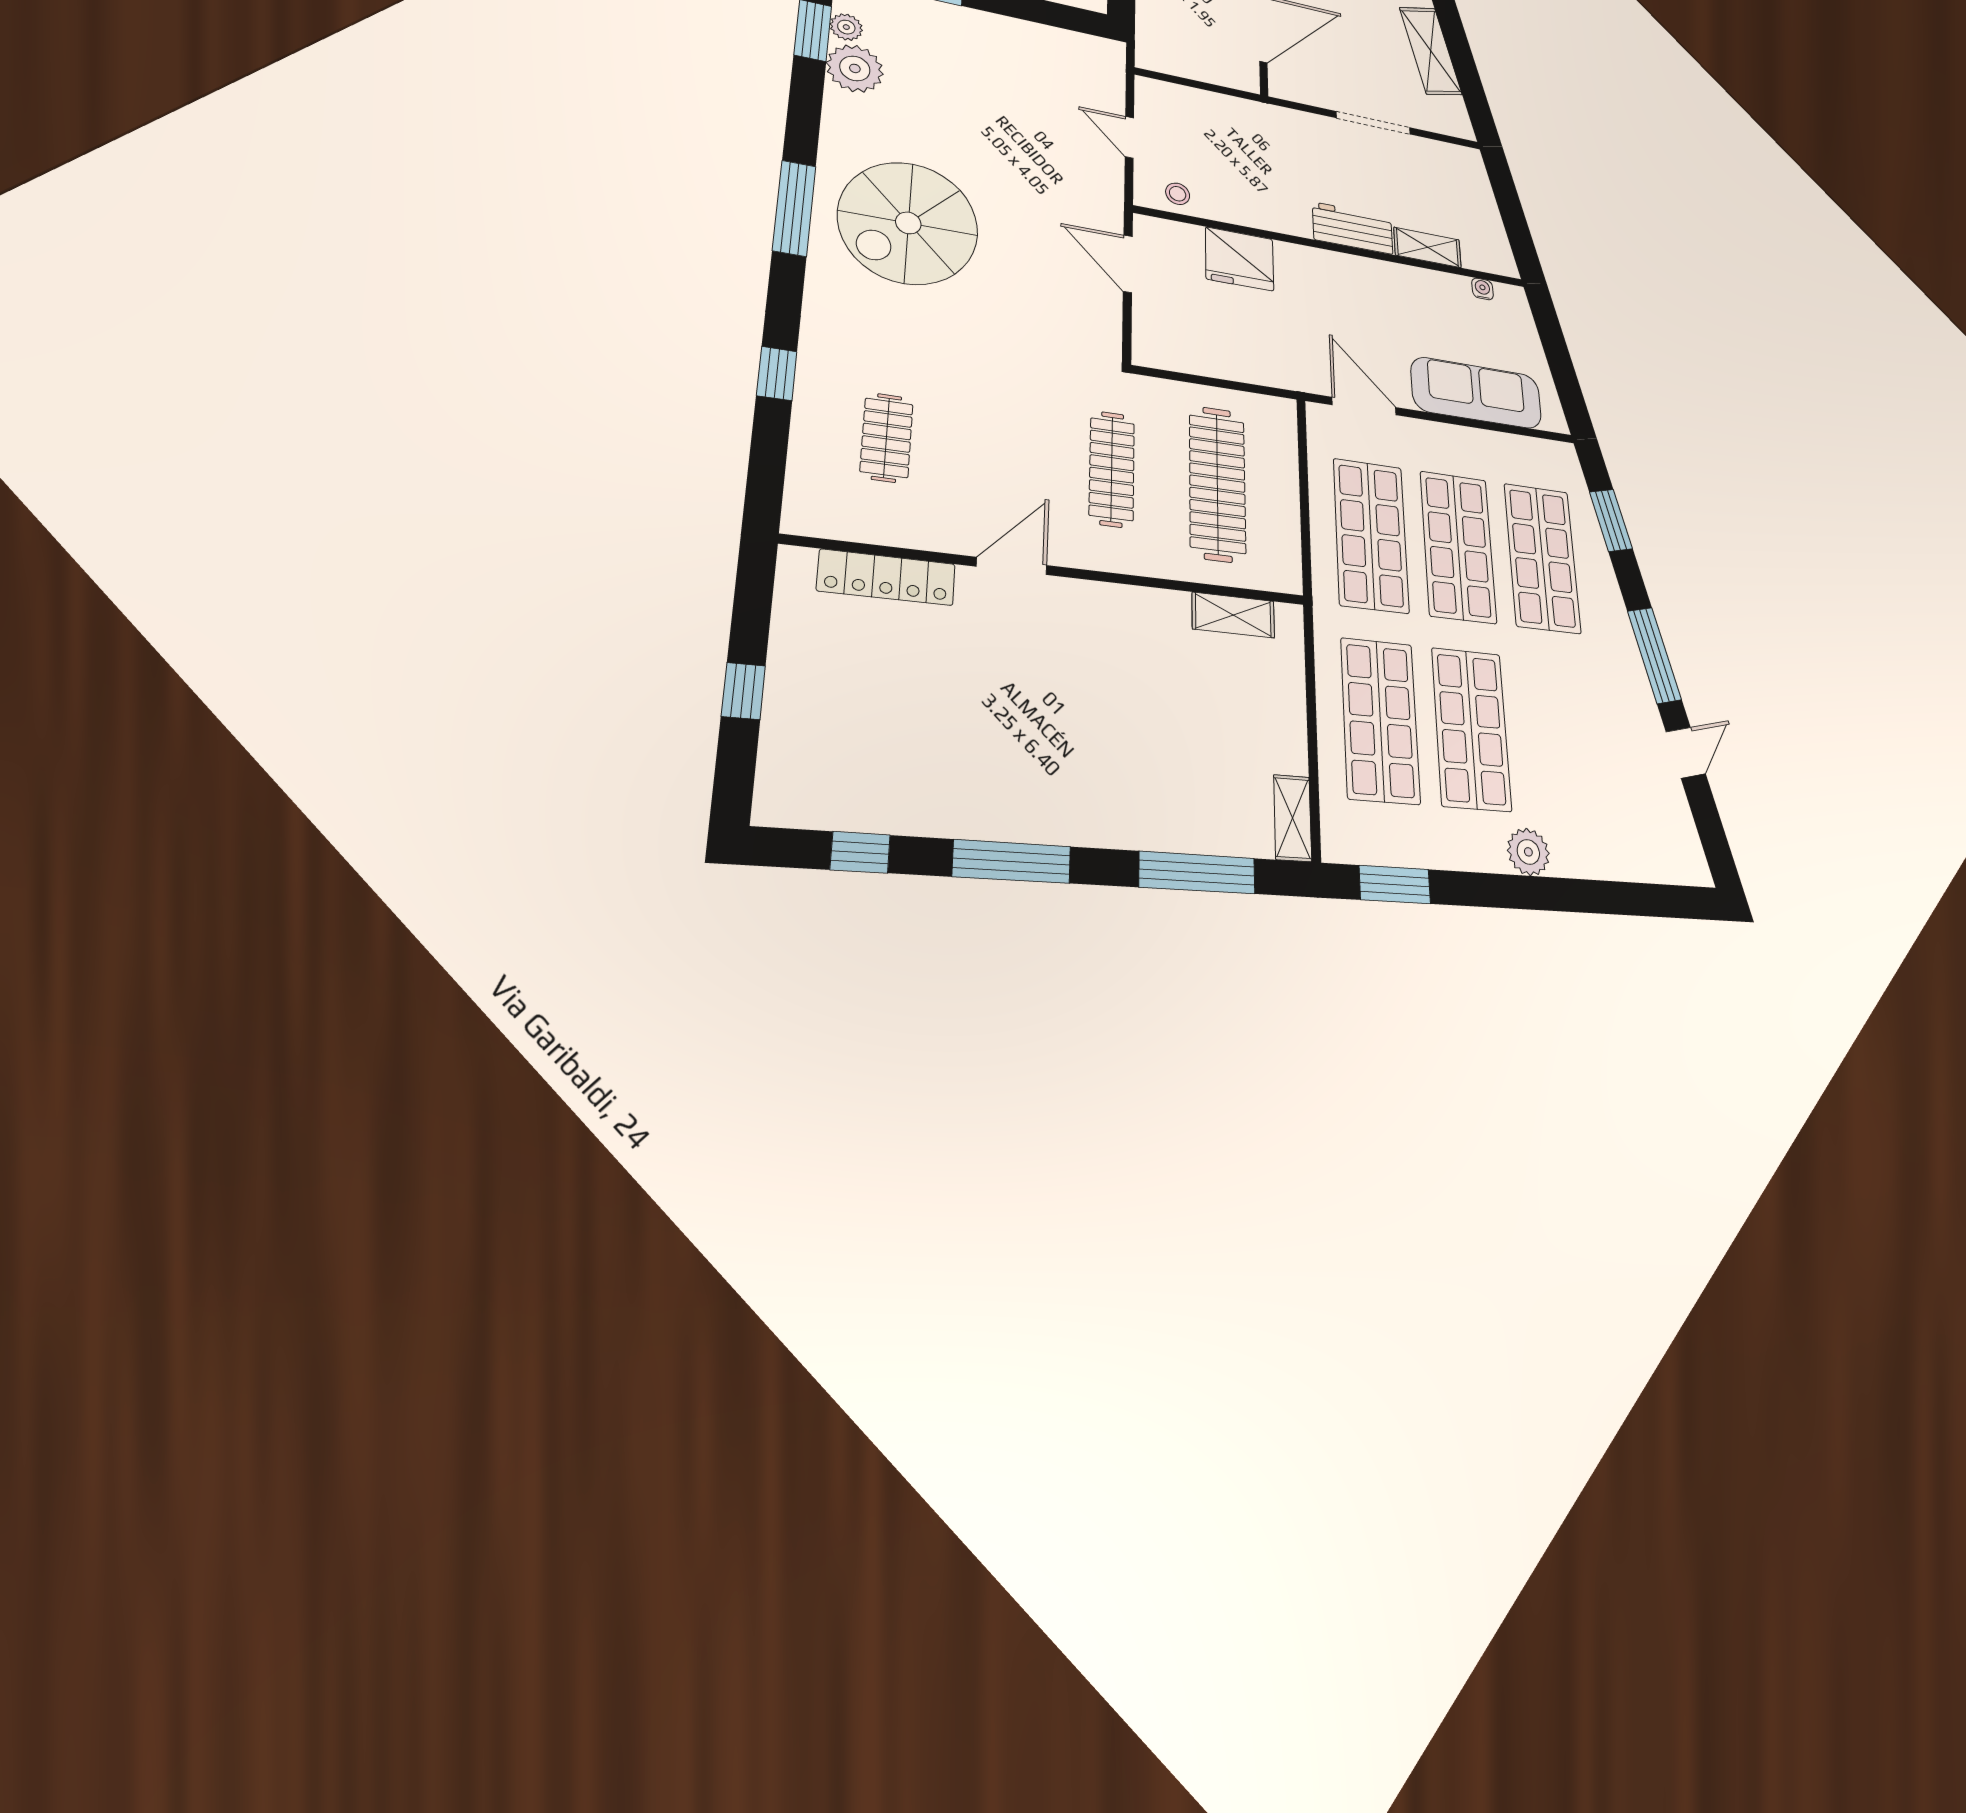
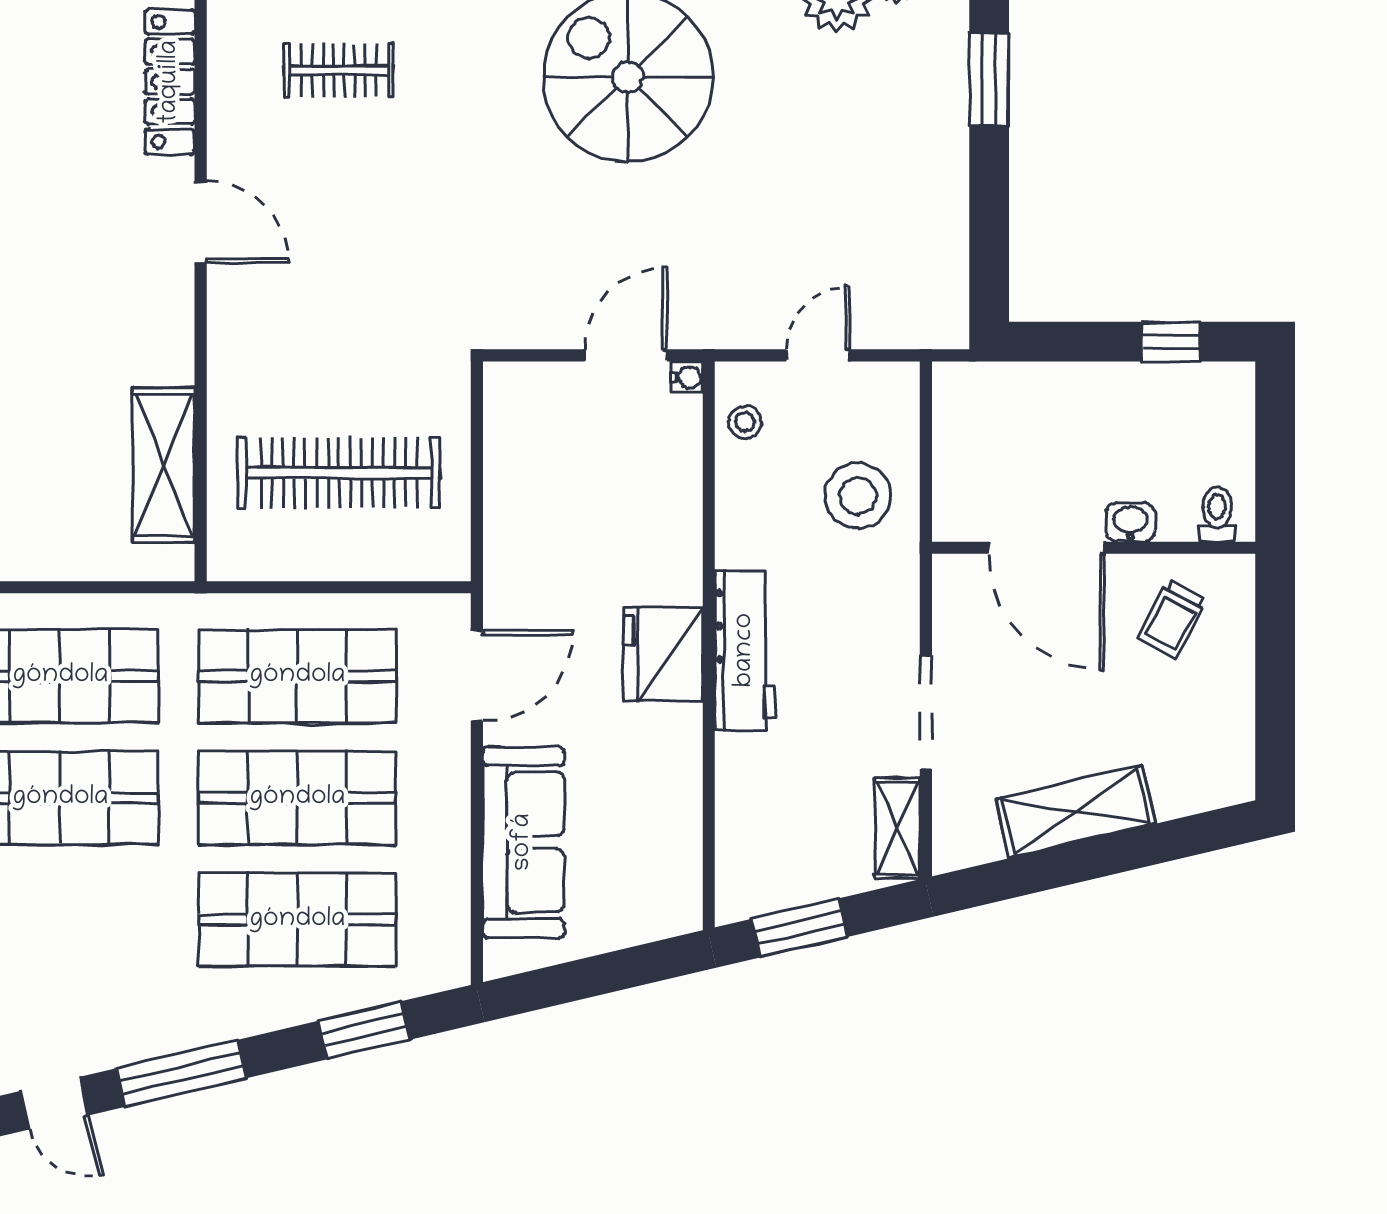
stool: (1229, 133) -> (858, 496), added
window: (1516, 227) -> (800, 928), added
workbench: (1353, 228) -> (745, 650), width x1.37
shelving: (1428, 247) -> (898, 828), moved
fridge: (1240, 259) -> (663, 654), moved
water cooler: (1483, 289) -> (687, 377), moved
clothes rail: (1112, 469) -> (339, 339), removed
shelving: (1233, 615) -> (164, 465), width x1.50, depth x1.33

